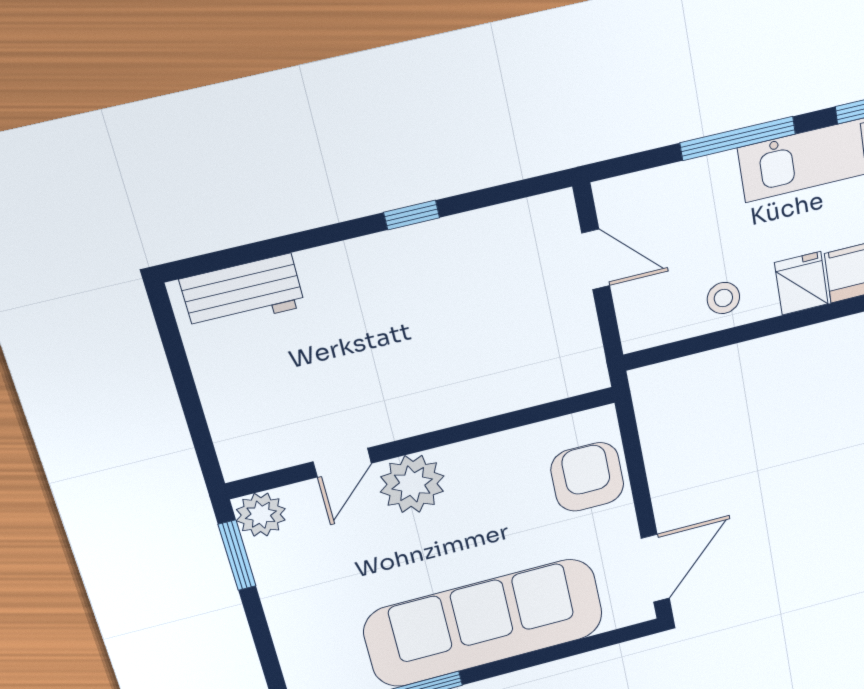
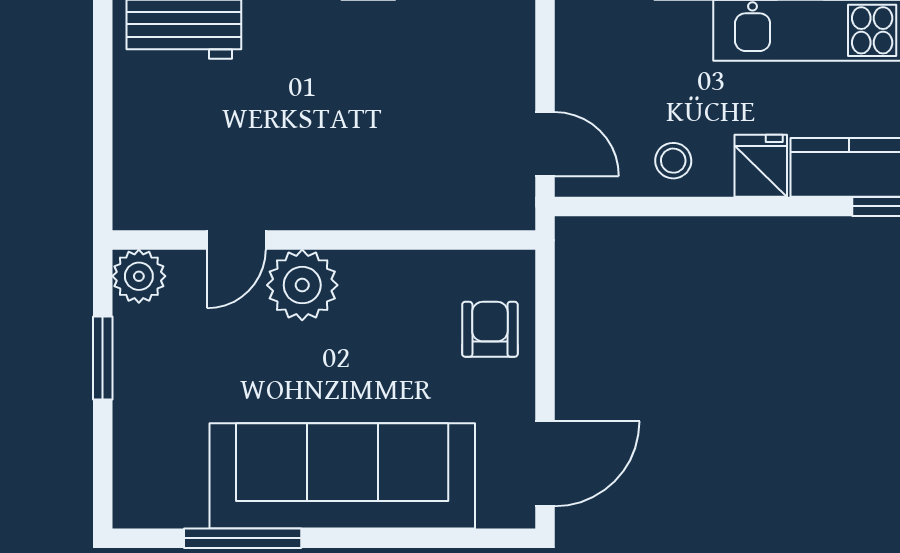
door: (596, 259) -> (545, 144), moved
armchair: (587, 477) -> (490, 329), width x0.72, depth x0.72
window: (237, 555) -> (103, 358), moved

